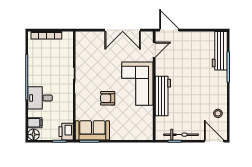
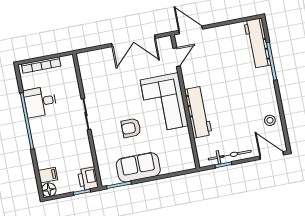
desk: (40, 98) -> (40, 102), moved
sofa: (92, 130) -> (138, 167), moved

